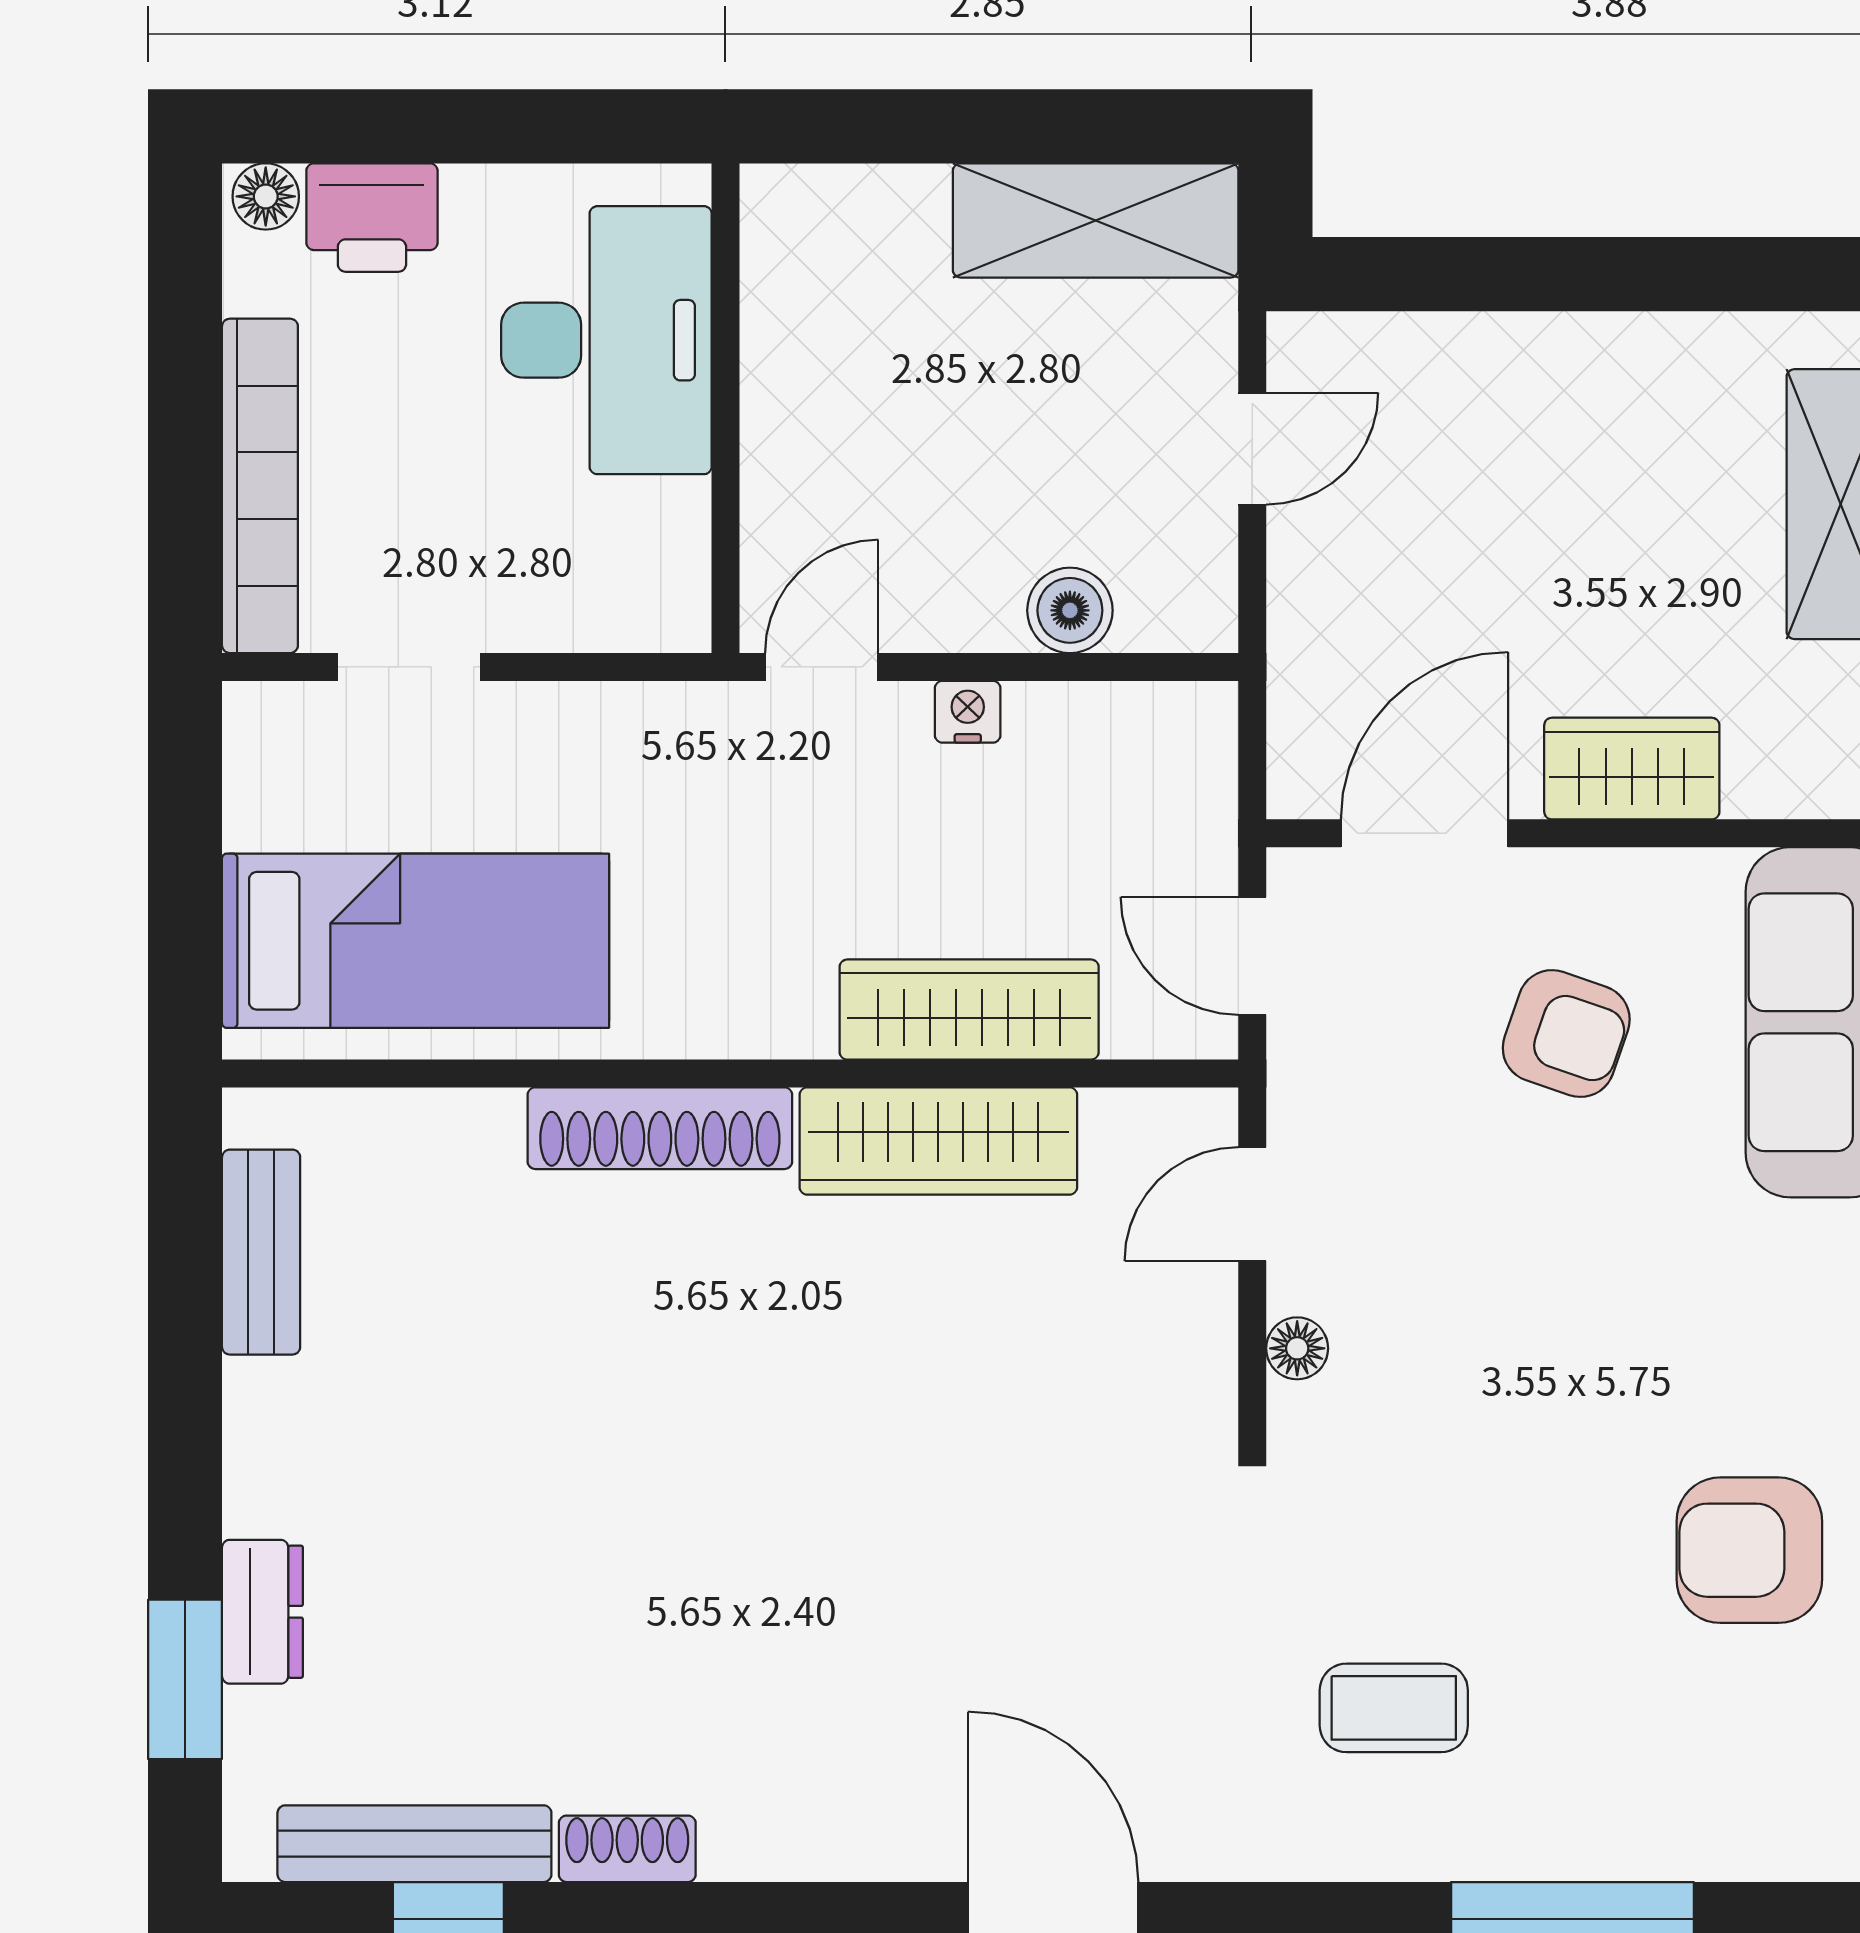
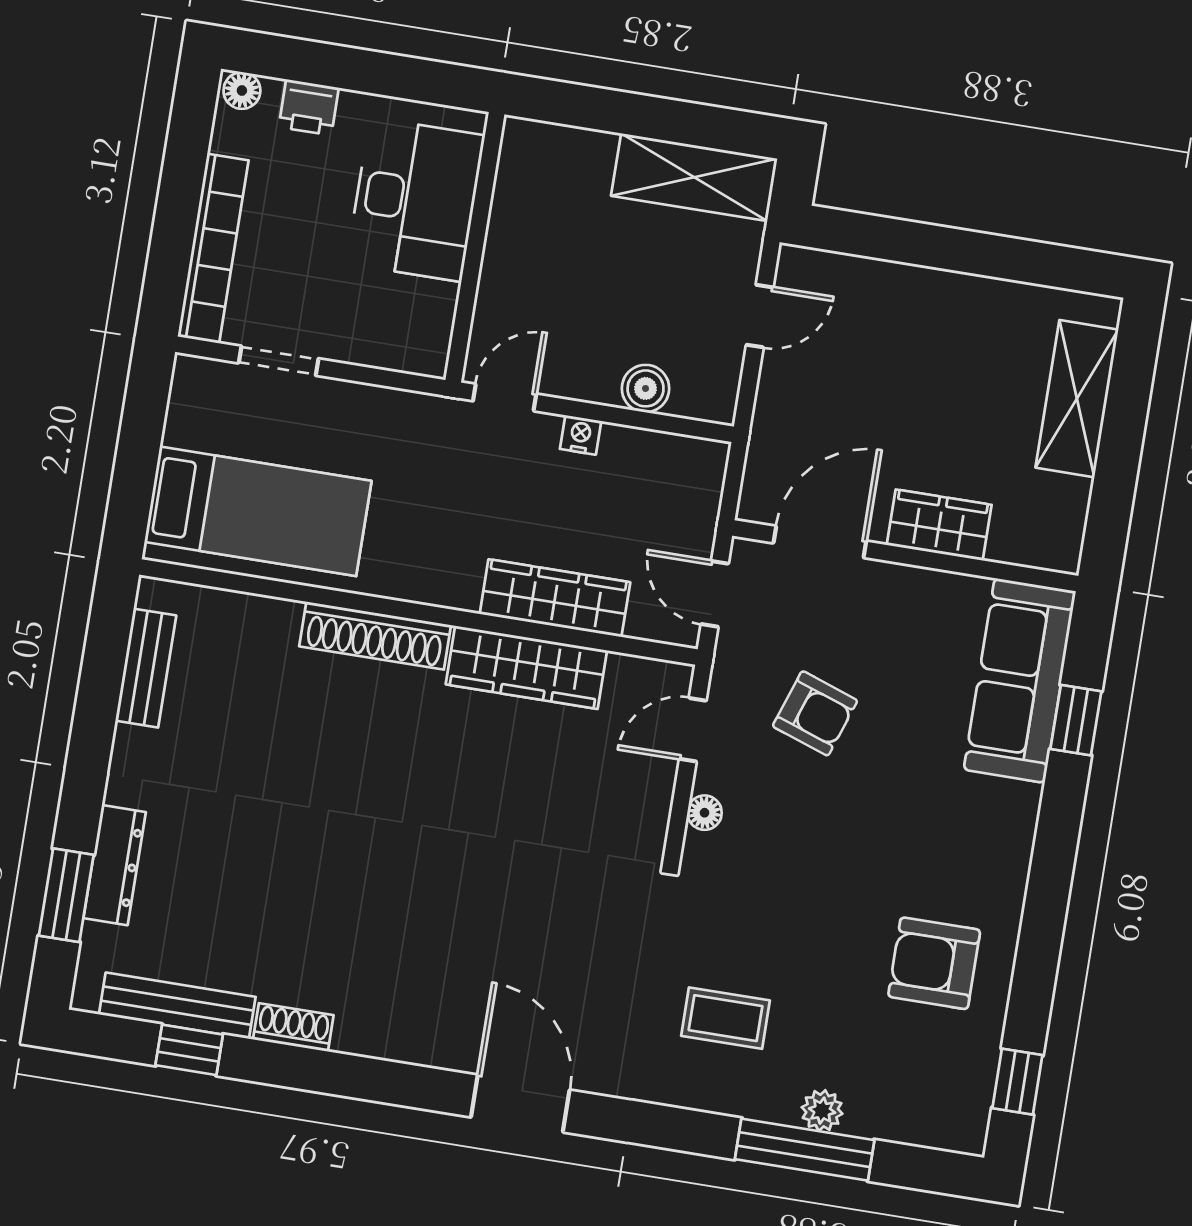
printer: (372, 218) -> (309, 107), width x0.73, depth x0.81
armchair: (1566, 1034) -> (815, 713), moved
dresser: (262, 1612) -> (115, 865), width x1.44
plant: (1592, 1845) -> (822, 1111), added

